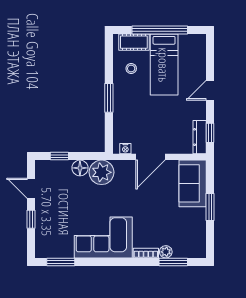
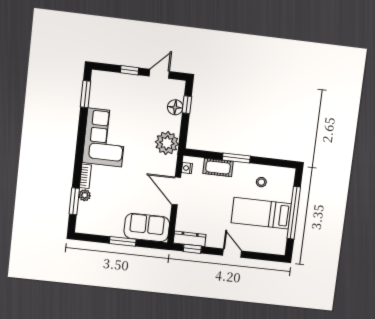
cot: (134, 42) -> (218, 167), moved, turned 90
floor lamp: (80, 168) -> (175, 107), moved

